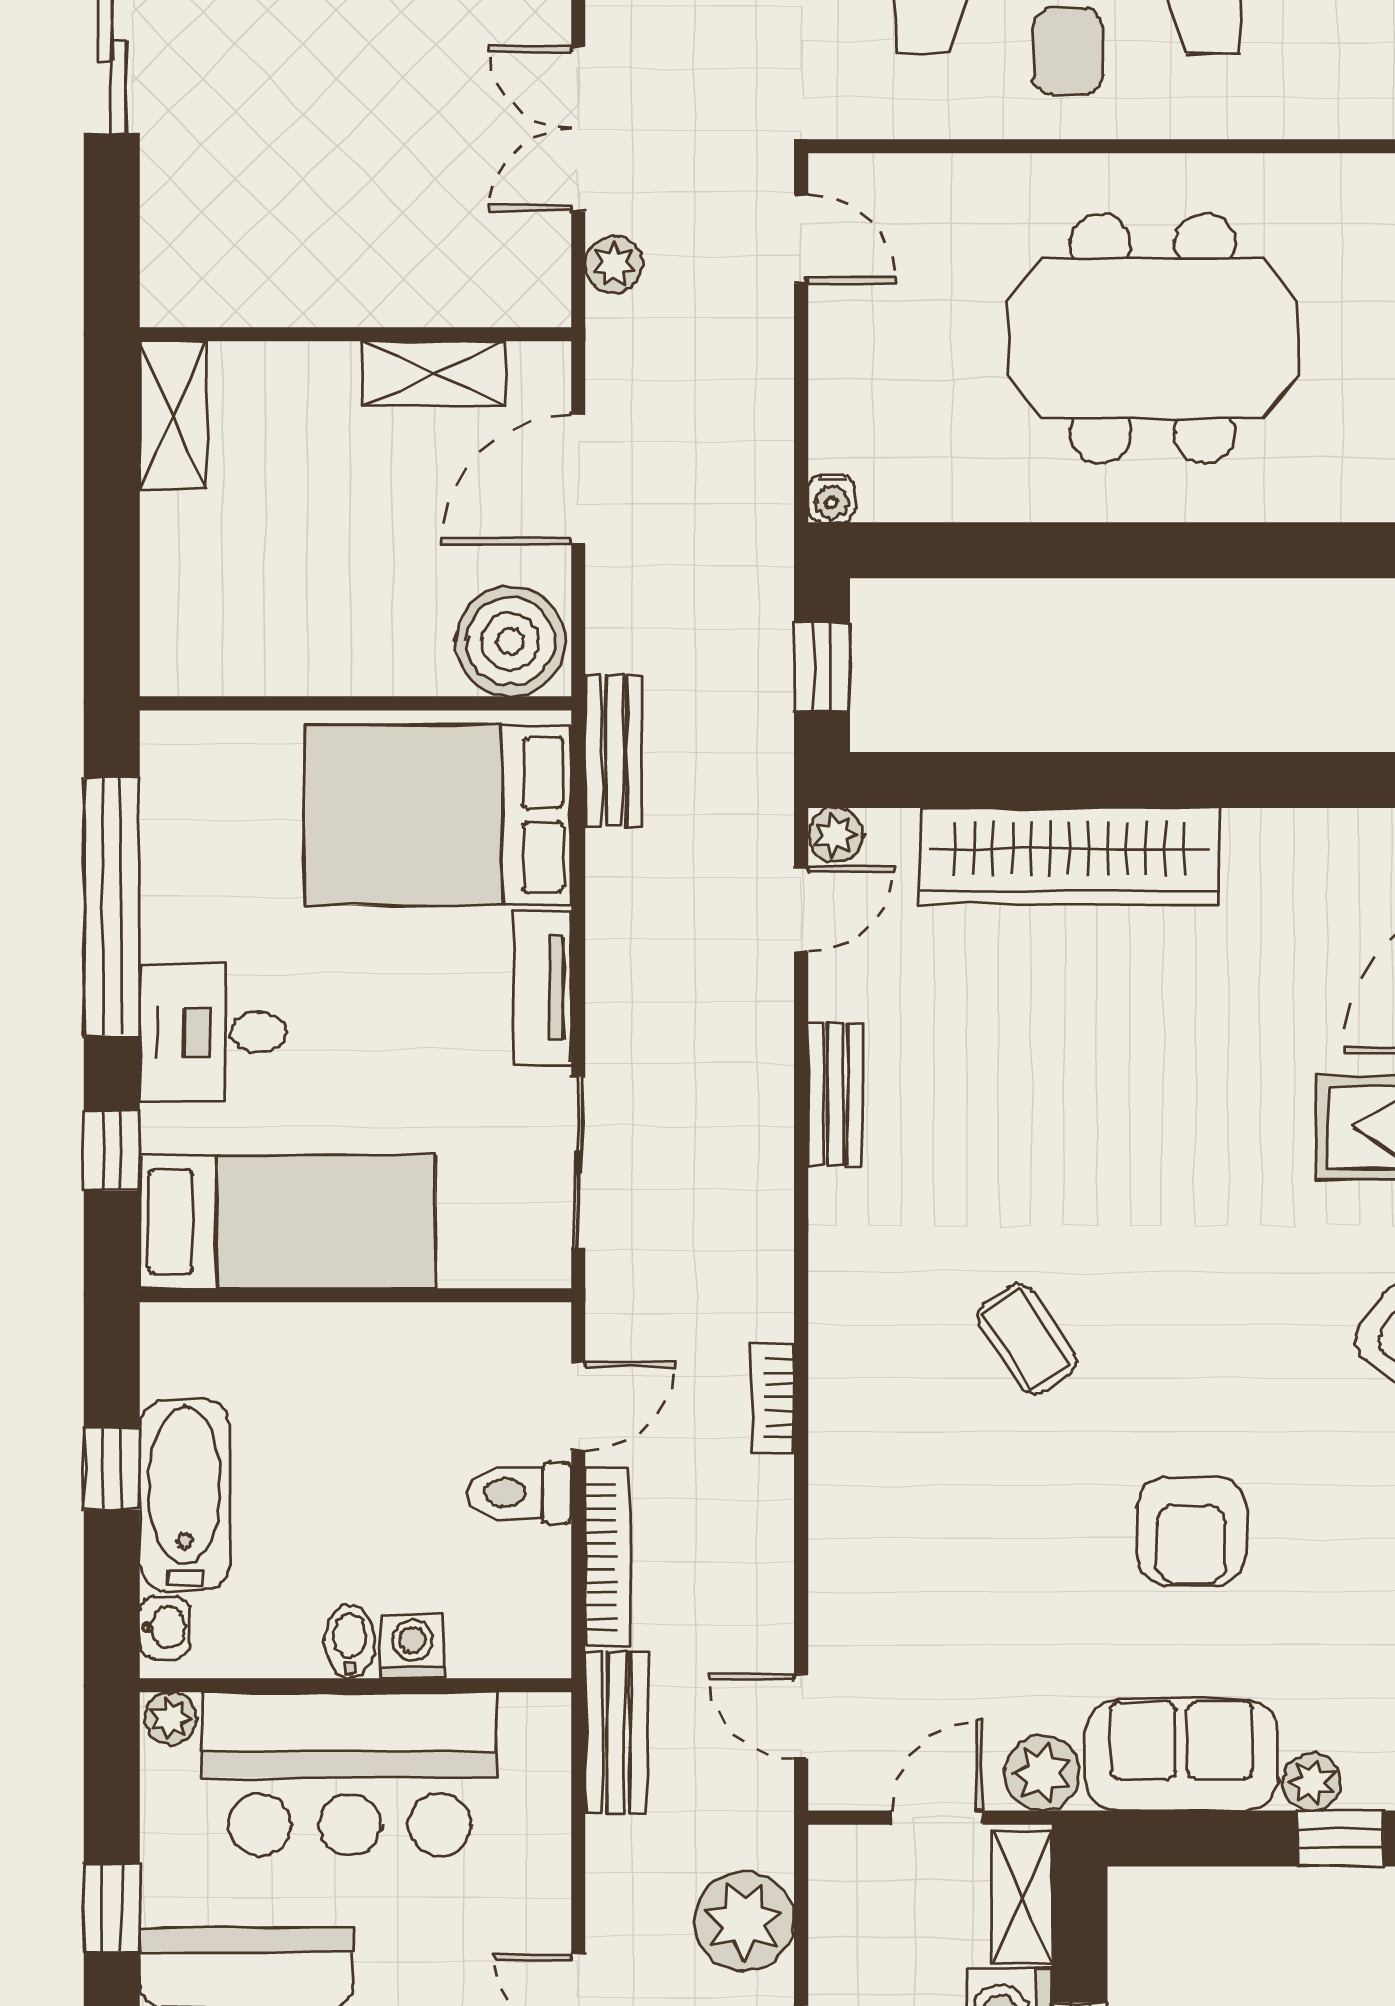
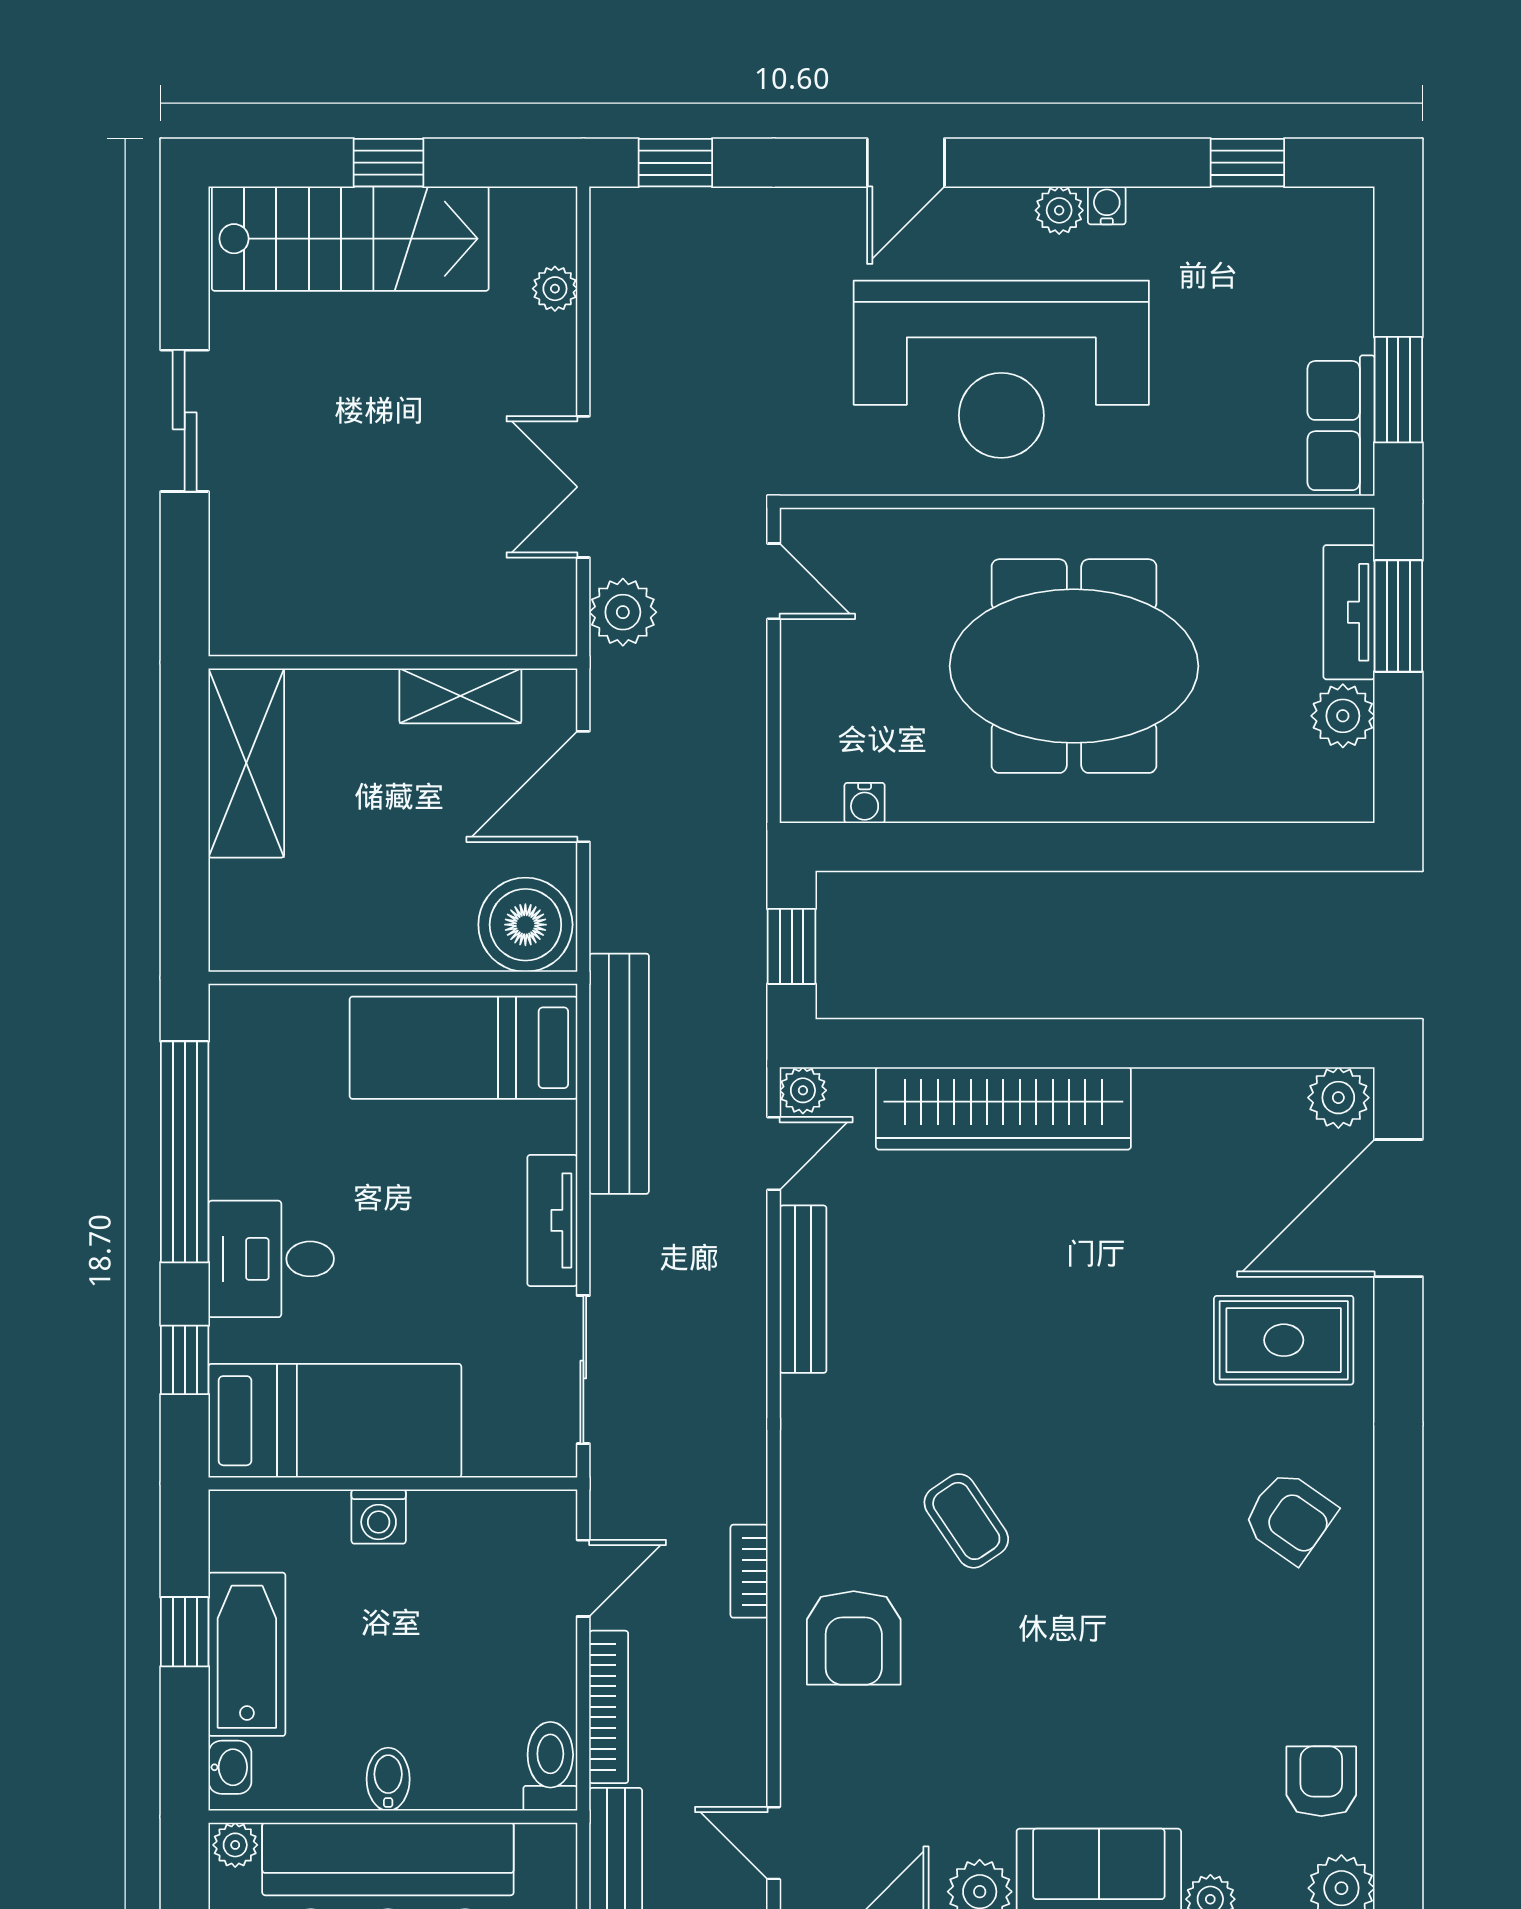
plant: (614, 265) -> (623, 612), width x1.38, depth x1.38
shelving: (173, 415) -> (246, 763), width x1.50, depth x1.33
water cooler: (832, 499) -> (865, 803), moved
bench: (614, 751) -> (619, 1074), width x1.86, depth x1.21
bed: (438, 815) -> (464, 1048), width x0.67
bench: (835, 1094) -> (803, 1289), width x1.36
toilet: (519, 1493) -> (550, 1766), moved, turned 90
armchair: (1191, 1531) -> (854, 1638), moved
washing machine: (412, 1647) -> (379, 1517), moved, turned 180

